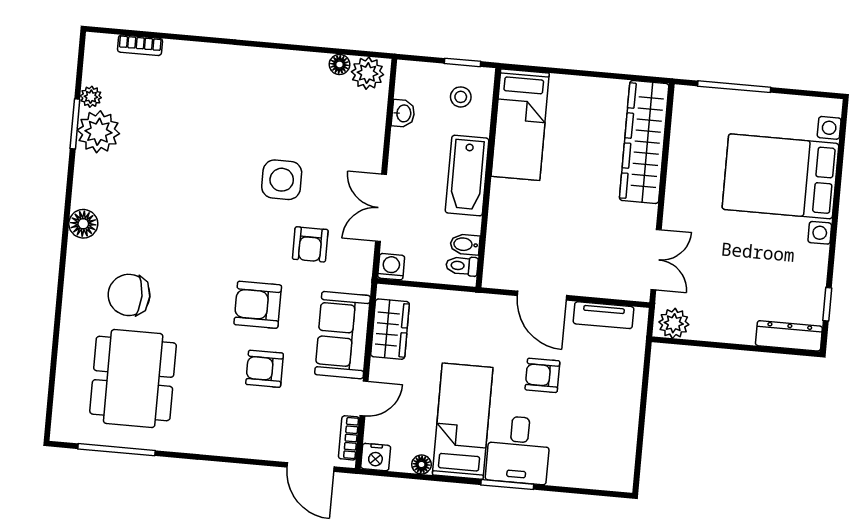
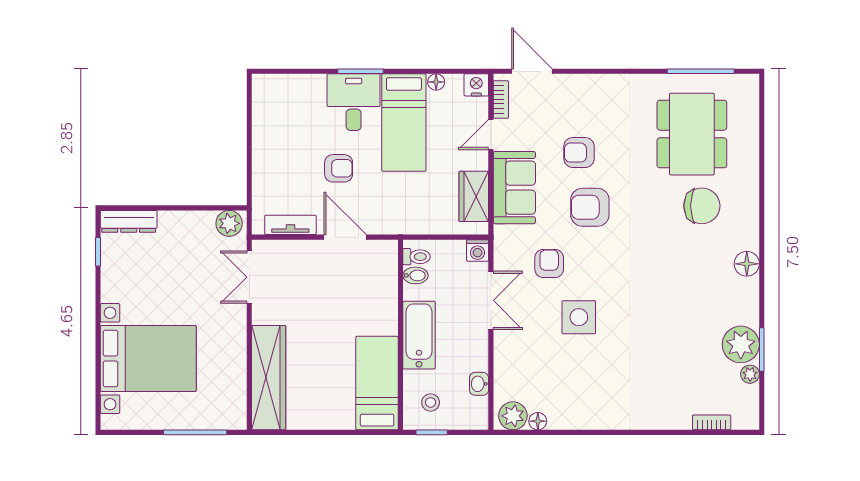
armchair: (258, 305) -> (590, 207), turned 180
armchair: (265, 369) -> (579, 153), turned 180

